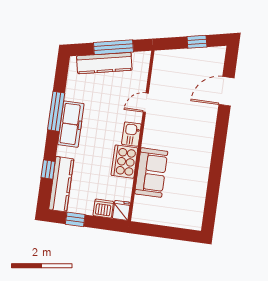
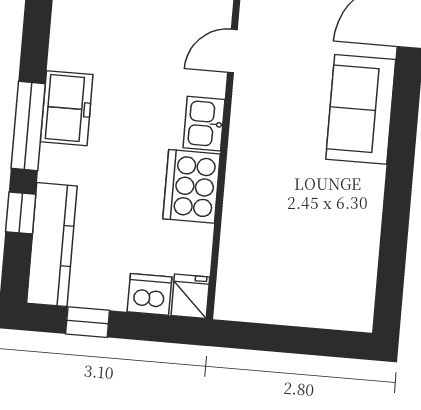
window: (56, 111) -> (28, 126), moved
freezer: (71, 124) -> (67, 108), width x0.71
sofa: (151, 173) -> (361, 109), moved, turned 180

